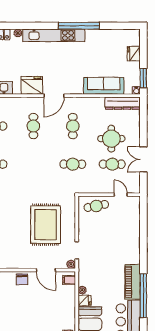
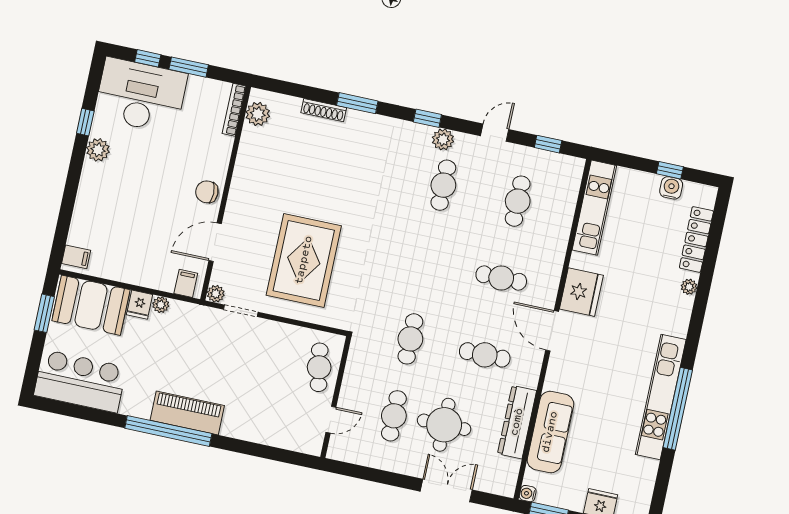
kitchen unit: (54, 35) -> (661, 397), moved
dresser: (123, 103) -> (517, 422), moved
double door: (143, 159) -> (446, 491), moved
rug: (46, 225) -> (304, 260), turned 90
piano: (133, 282) -> (187, 413), moved
window: (143, 296) -> (168, 431), moved

